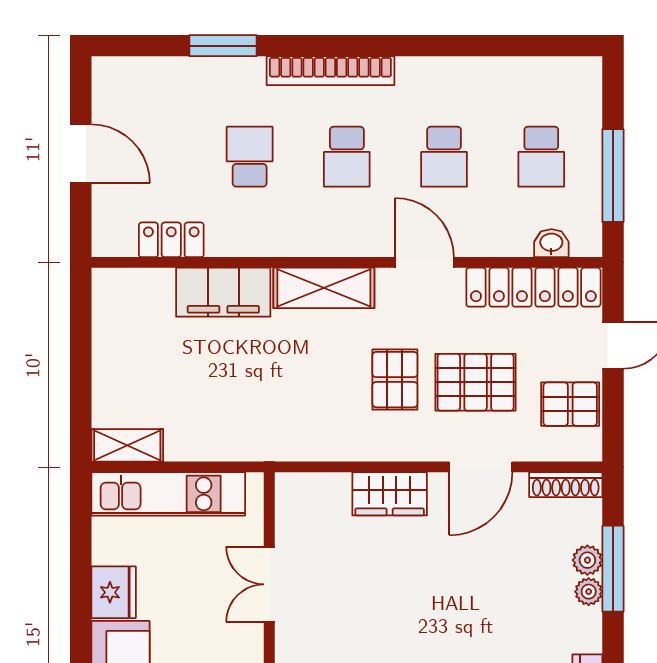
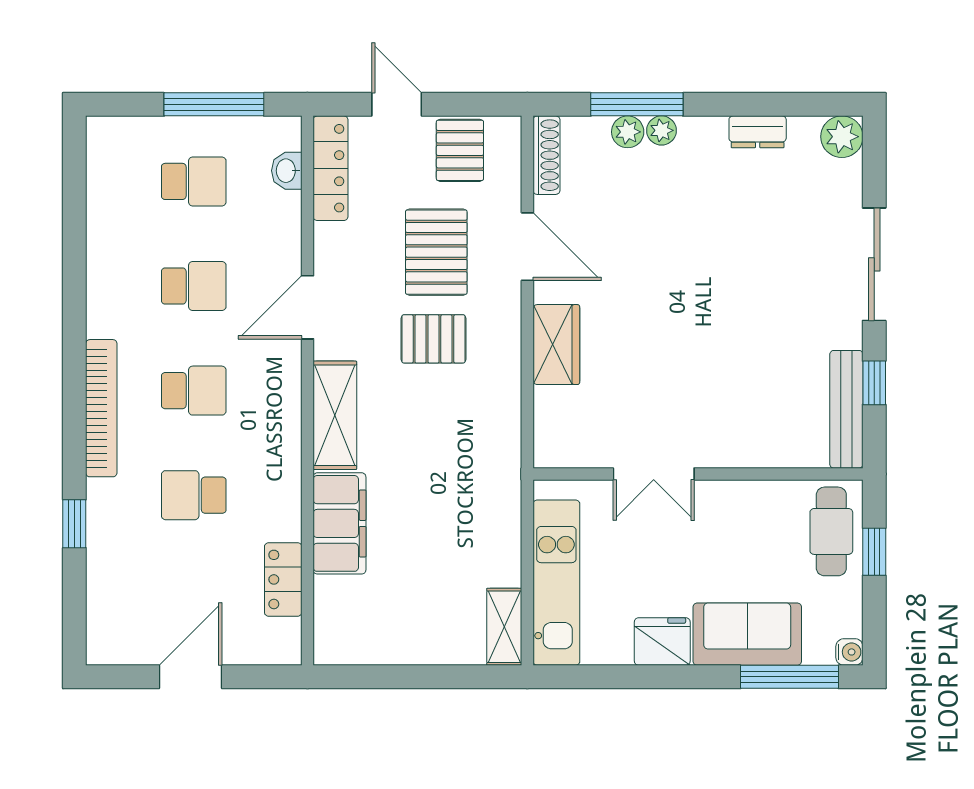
window: (223, 46) -> (74, 524), width x0.67
locker: (533, 287) -> (331, 168), width x0.71, depth x0.83

